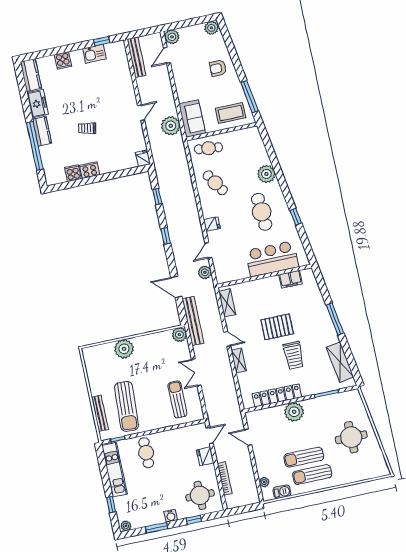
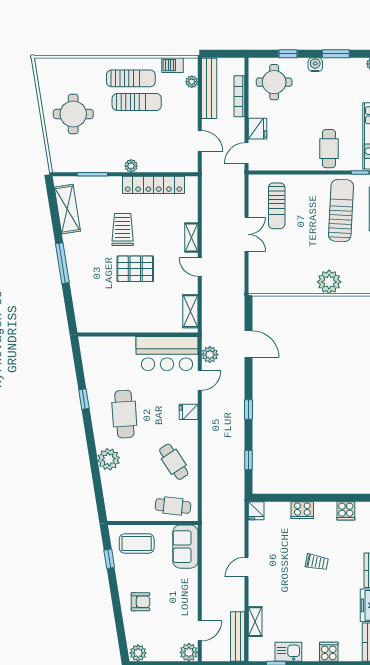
shelving: (125, 72) -> (255, 622), added
window: (249, 97) -> (109, 559), width x0.46
plant: (171, 126) -> (213, 543), removed
cooker: (90, 170) -> (302, 510), moved
bar counter: (272, 259) -> (167, 354), moved
filing cabinet: (291, 279) -> (106, 324), removed
bench: (193, 321) -> (209, 88), moved
plant: (179, 335) -> (257, 285), removed
plant: (294, 412) -> (131, 166), width x0.53, depth x0.53

